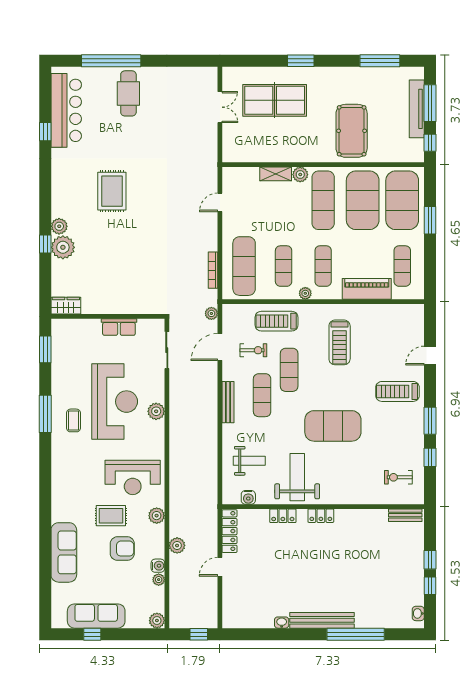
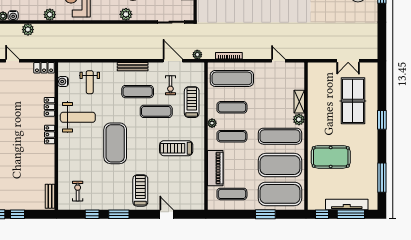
locker: (229, 531) -> (44, 68), width x0.66

